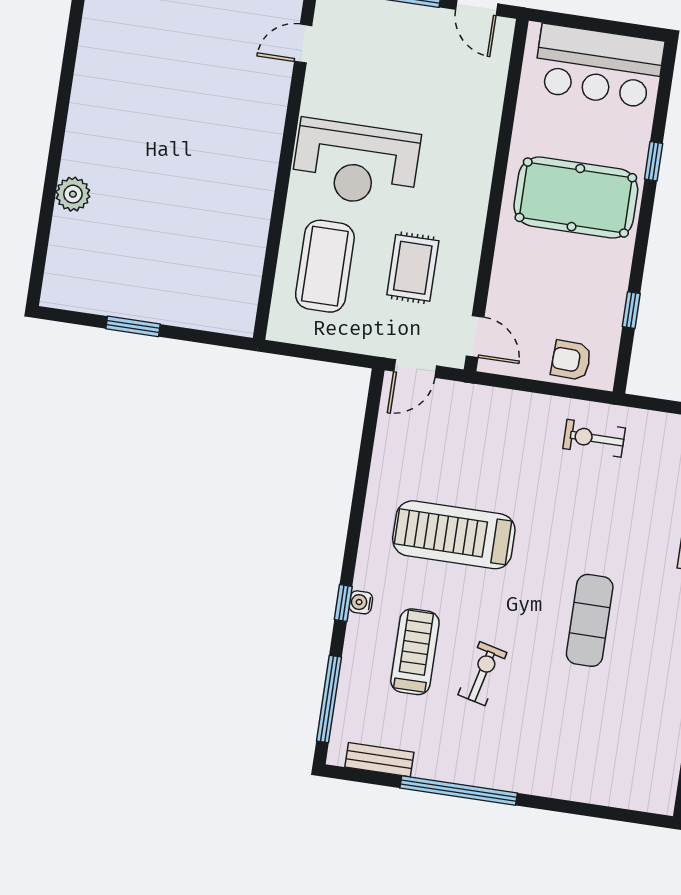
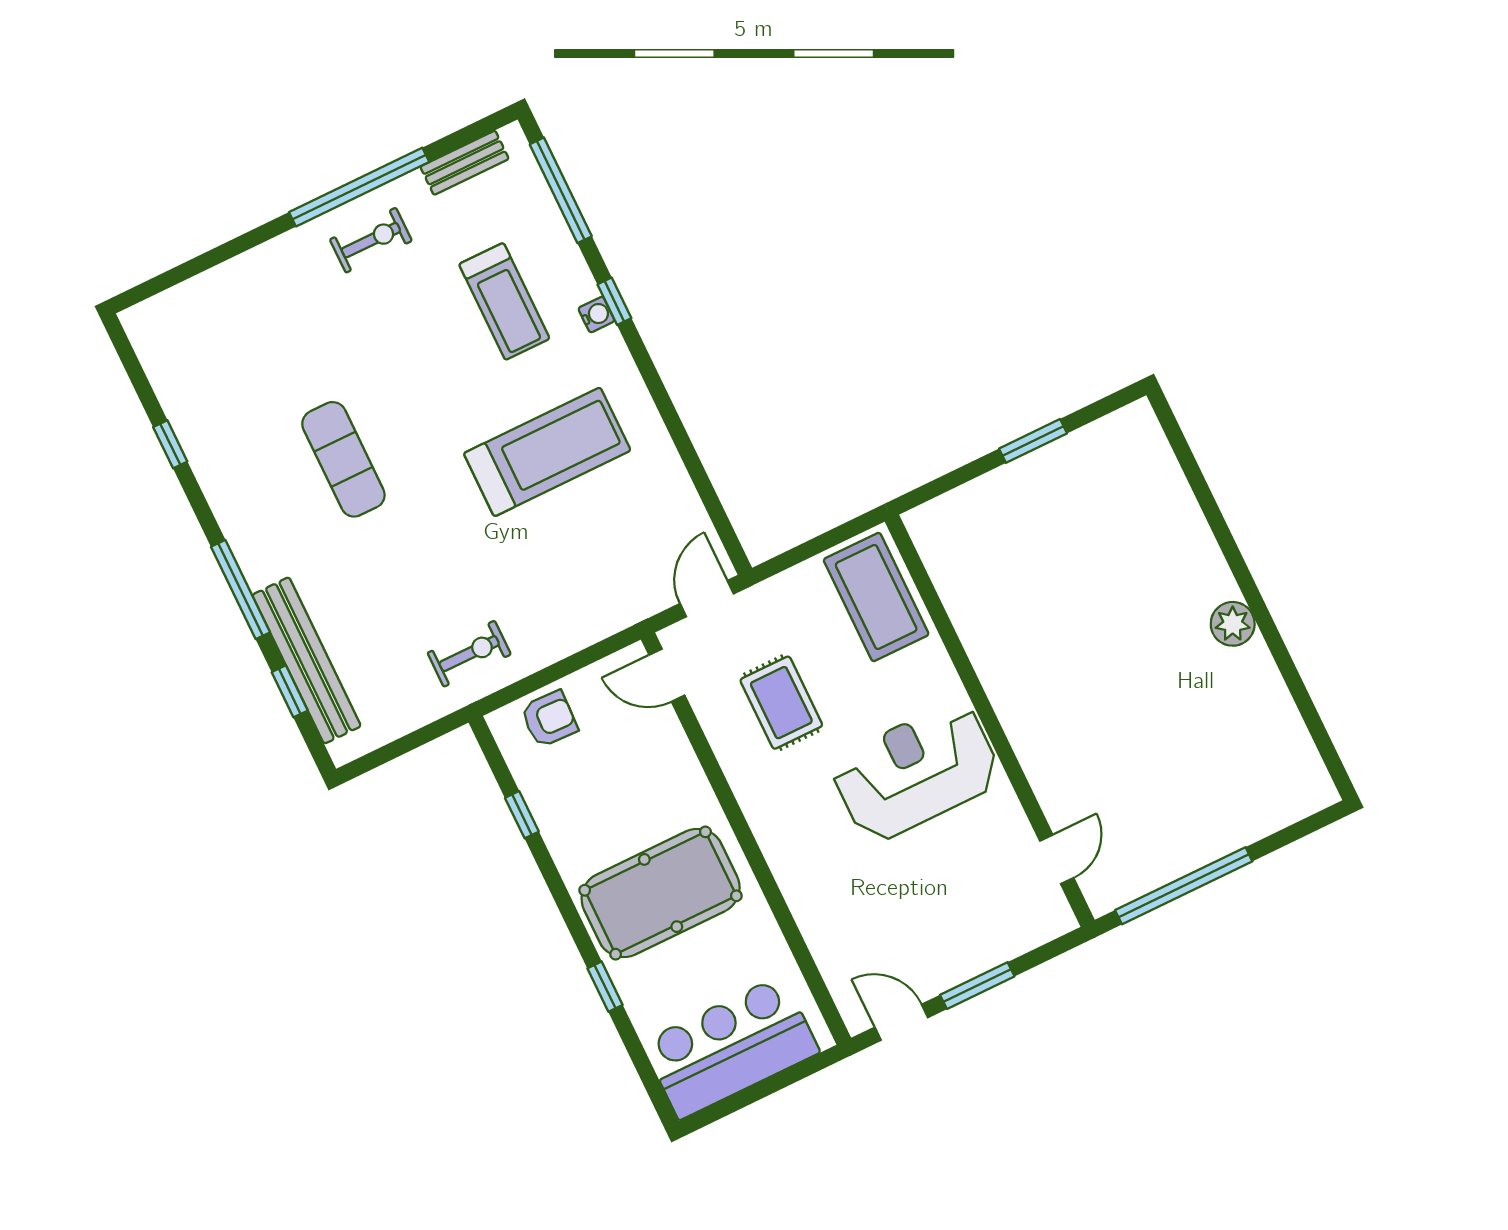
plant: (73, 194) -> (1233, 624), moved
coffee table: (325, 266) -> (876, 597), moved
exercise bike: (482, 674) -> (371, 240), moved, turned -104

